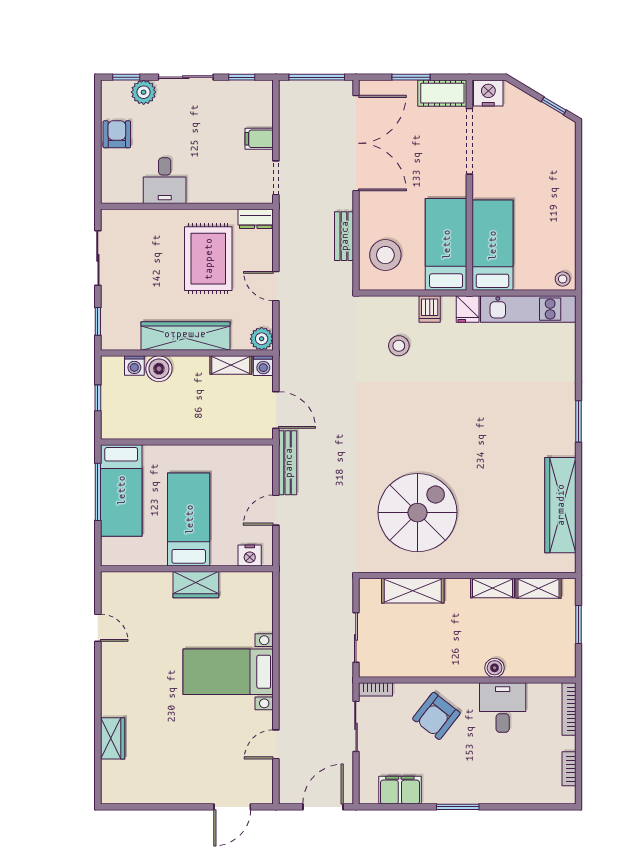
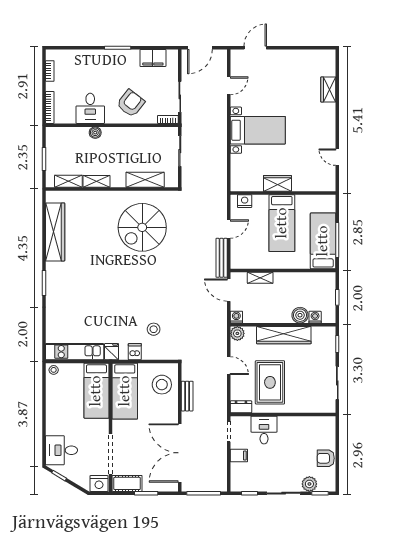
armchair: (117, 134) -> (326, 458), turned 90
desk: (550, 147) -> (61, 450), added
desk: (165, 181) -> (264, 430), moved
shelving: (231, 365) -> (260, 278), moved

